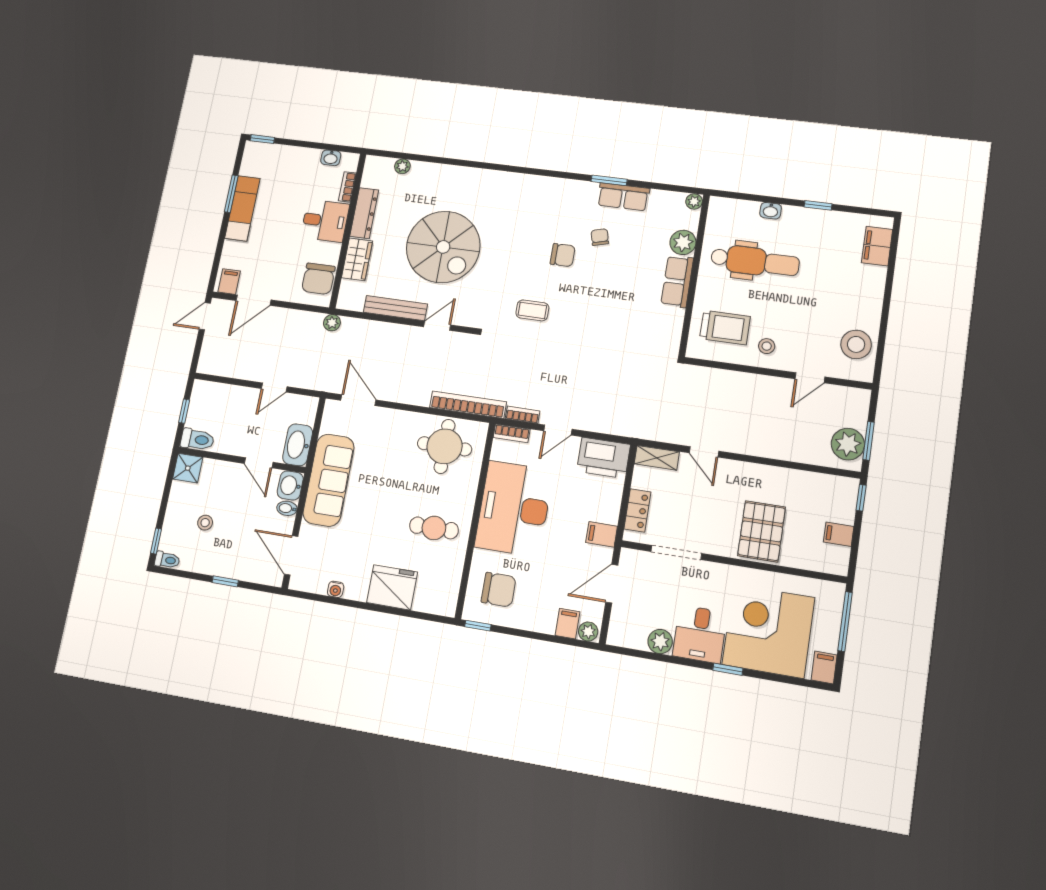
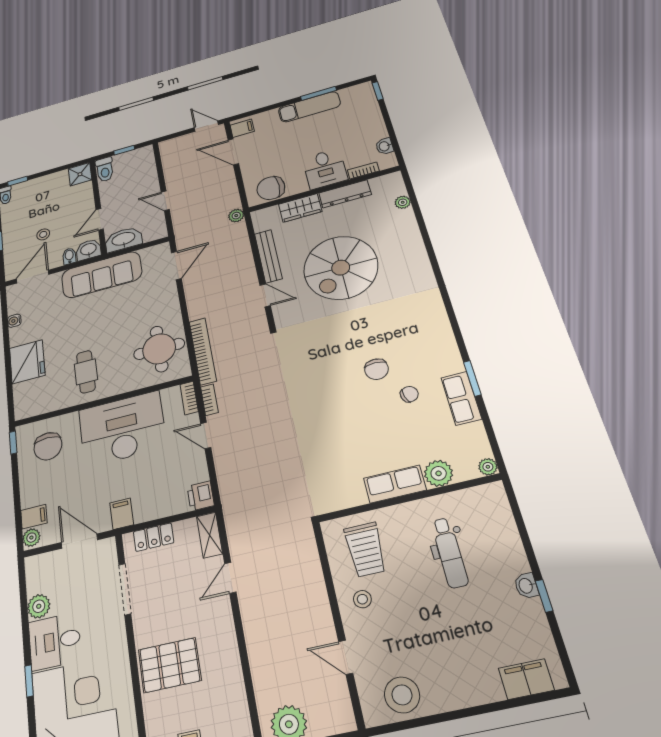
washbasin: (771, 211) -> (526, 586), moved
dental chair: (755, 261) -> (450, 553), width x0.73, depth x0.72
coffee table: (532, 310) -> (311, 366), removed
printer: (603, 458) -> (201, 496), width x0.53, depth x0.68
stool: (205, 523) -> (43, 234), moved

